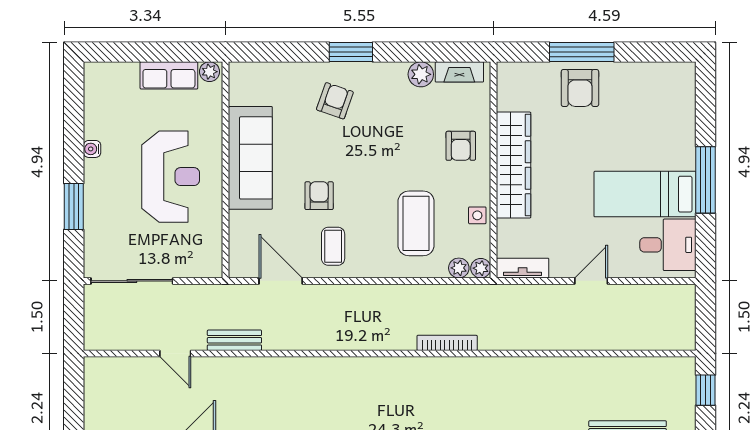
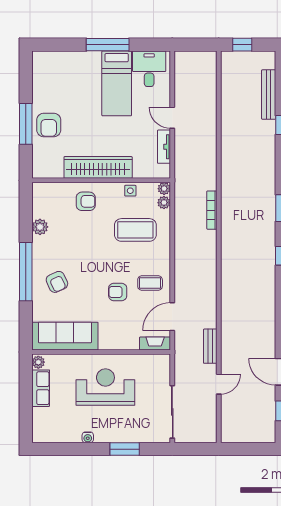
window: (351, 52) -> (26, 272), width x2.11
fireplace: (459, 72) -> (155, 344), moved, turned -90
armchair: (580, 88) -> (49, 125), turned 90
armchair: (335, 101) -> (57, 282), turned -134
sofa: (250, 158) -> (65, 336), moved
tv unit: (523, 268) -> (164, 147), moved

